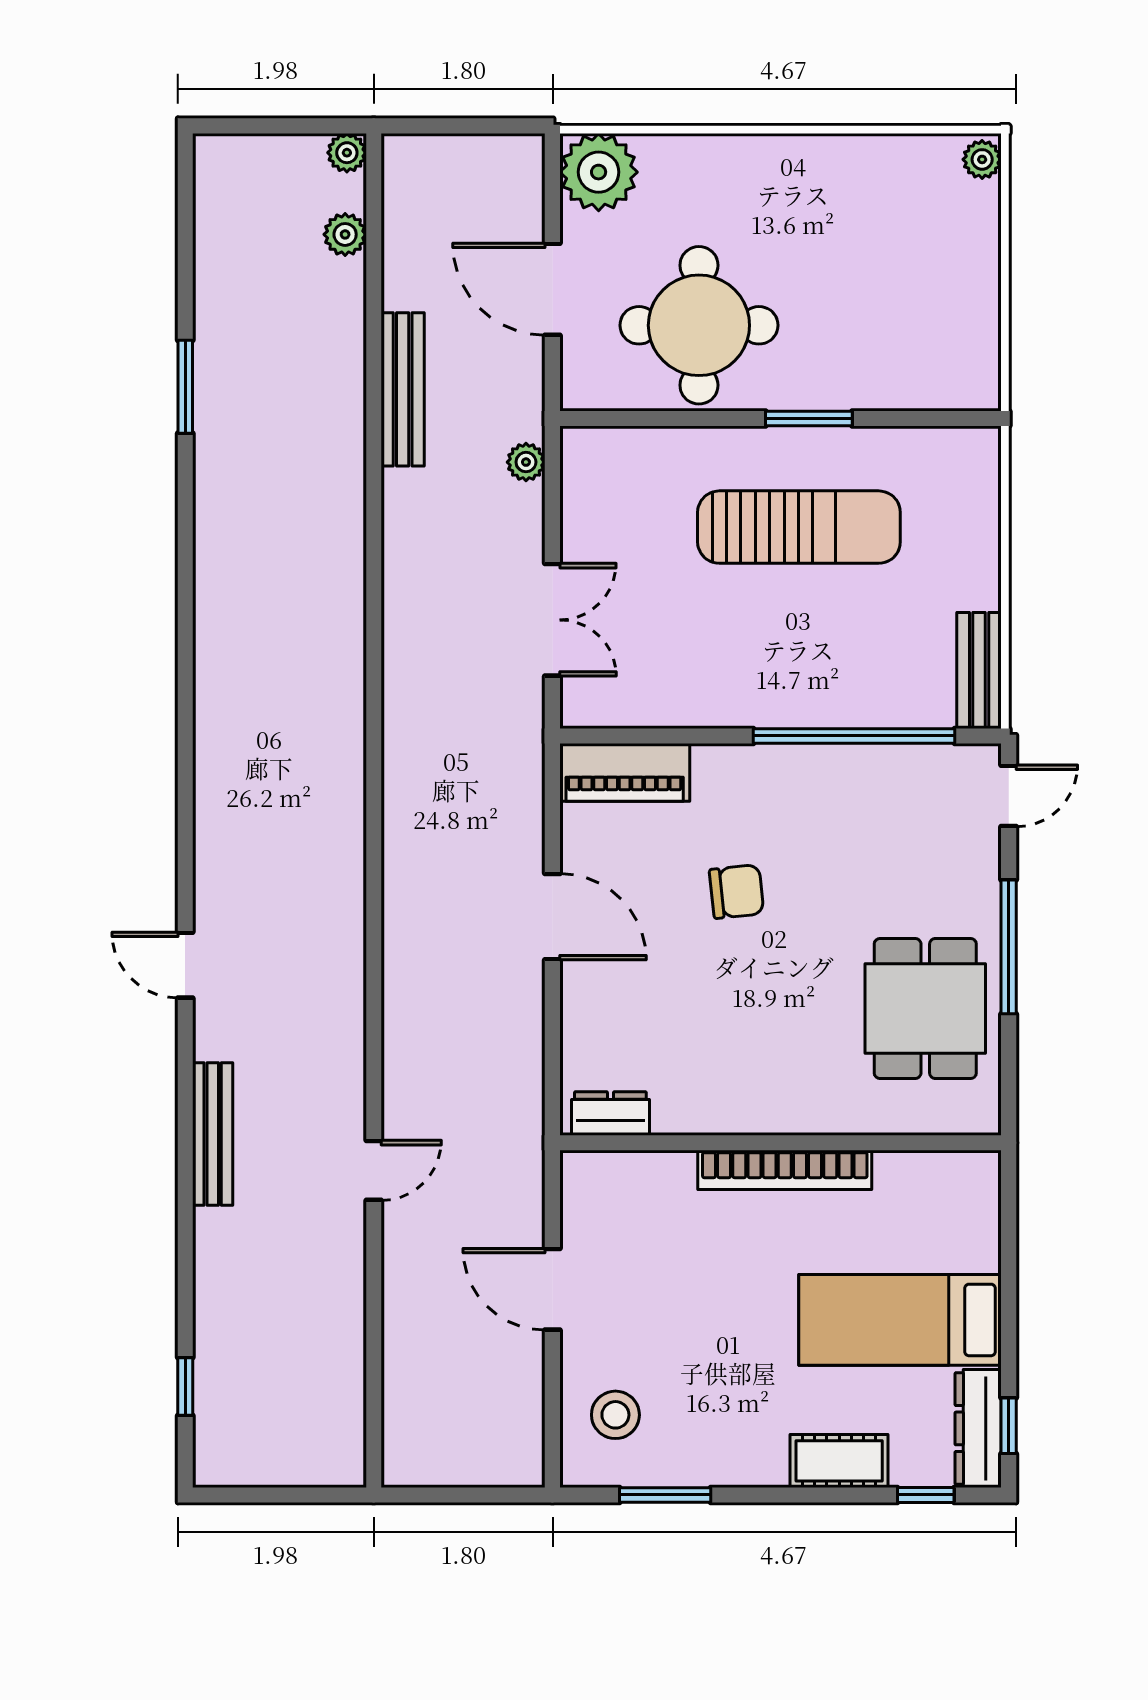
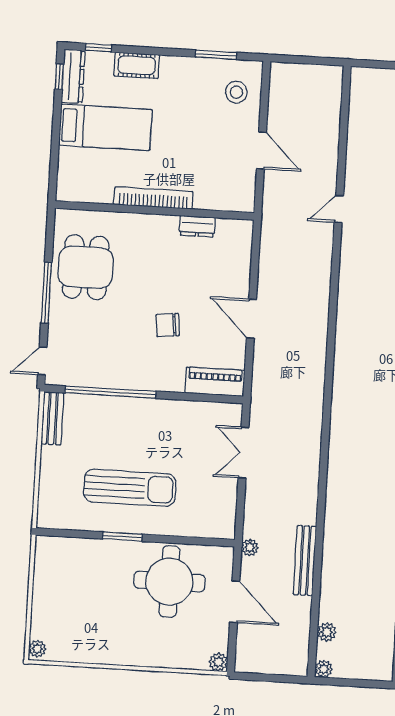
plant: (599, 172) -> (218, 662), width x0.53, depth x0.53
plant: (526, 462) -> (250, 547), moved
sun lounger: (799, 527) -> (130, 488), turned 180
dresser: (610, 1113) -> (197, 226), moved

